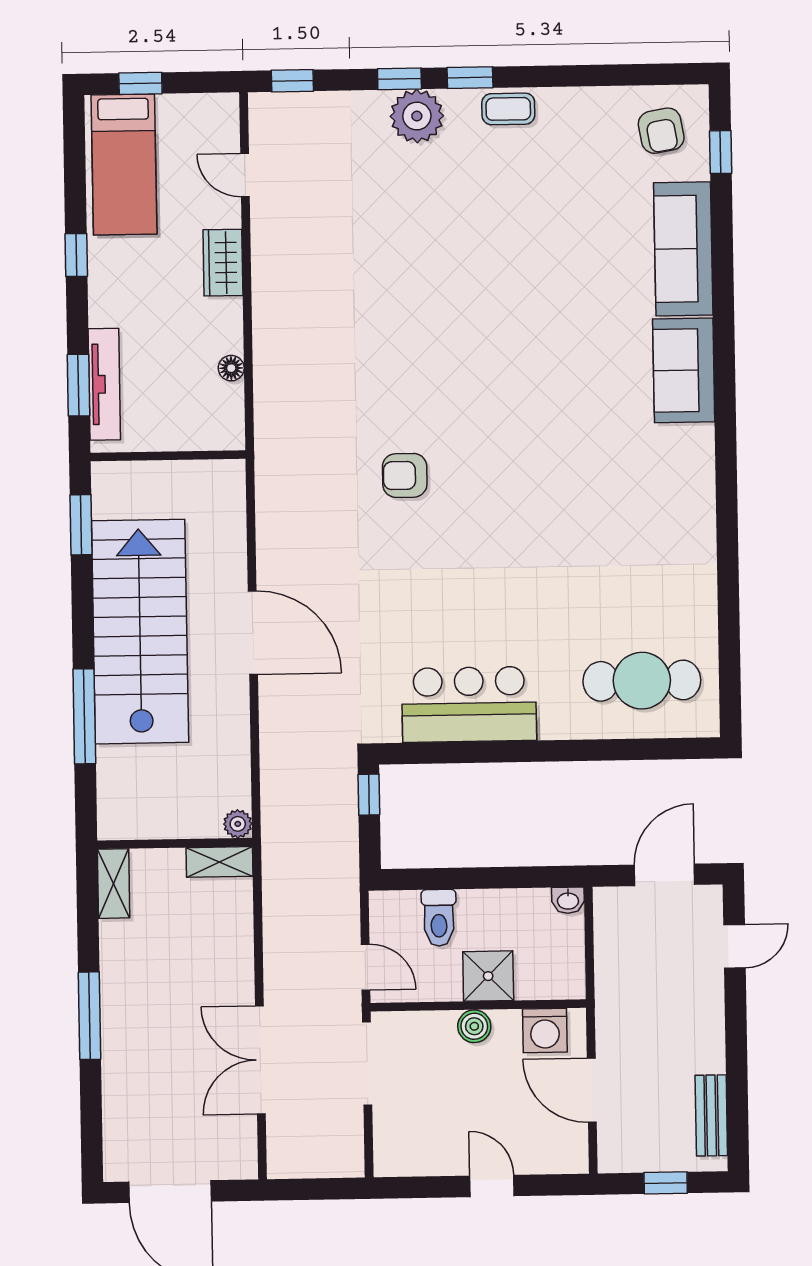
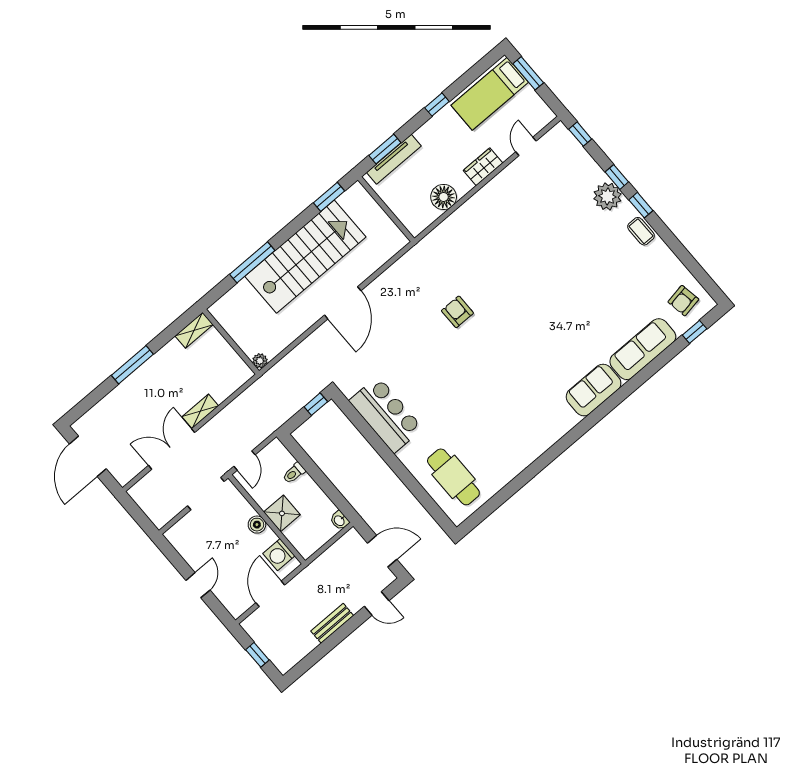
window: (140, 83) -> (528, 73), width x1.50
floor lamp: (231, 368) -> (444, 197), width x1.89, depth x1.89
shelving: (219, 862) -> (200, 411), moved, turned 90
toilet: (439, 918) -> (294, 473), width x0.73, depth x0.72
bench: (711, 1115) -> (332, 623), moved

